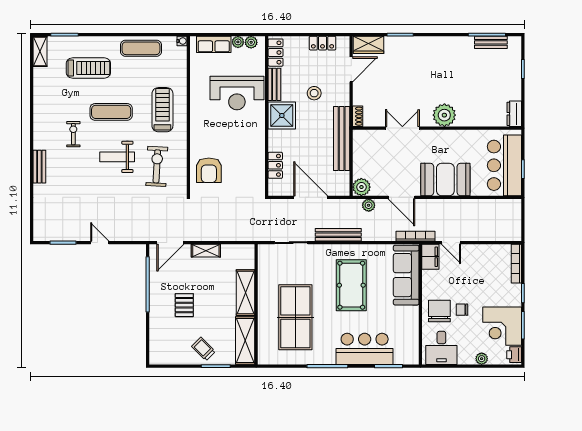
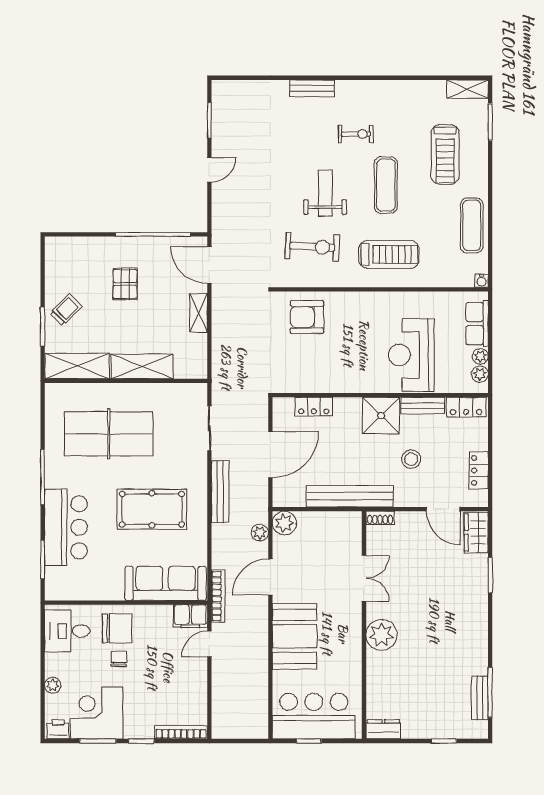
pallet: (184, 305) -> (125, 284), turned 90

